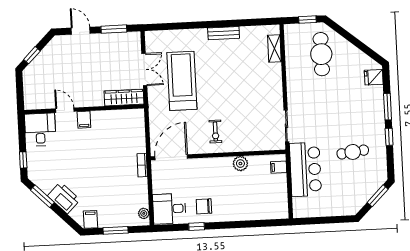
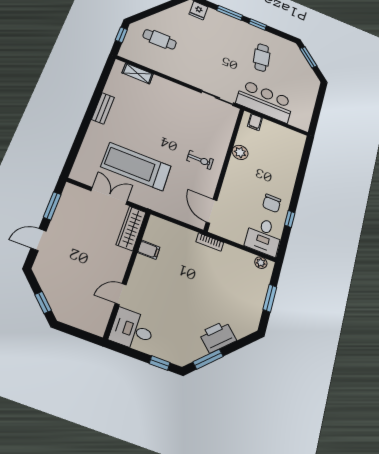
cafe table: (321, 54) -> (160, 39), width x0.73, depth x0.74
filing cabinet: (84, 120) -> (149, 250), moved
door: (171, 157) -> (211, 211), width x0.73
filing cabinet: (91, 219) -> (250, 319), removed

